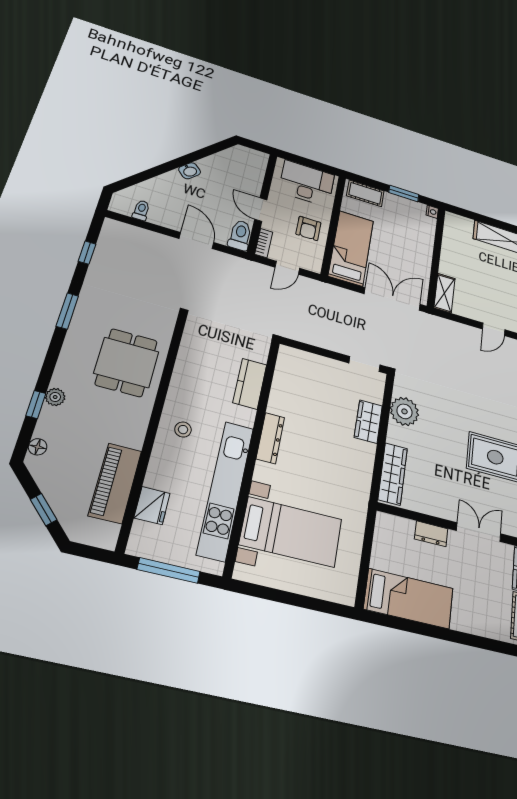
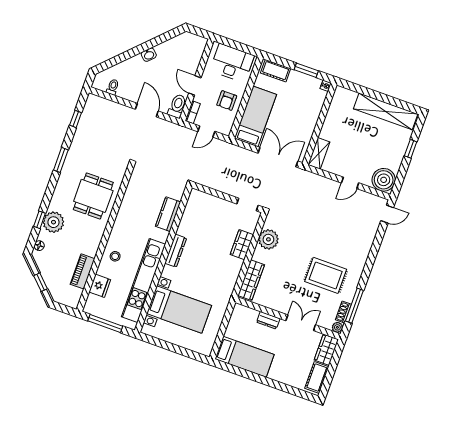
plant: (55, 397) -> (53, 222), width x1.87, depth x1.87
stool: (183, 430) -> (115, 256), moved
piano: (115, 483) -> (83, 271), width x0.73, depth x0.75

